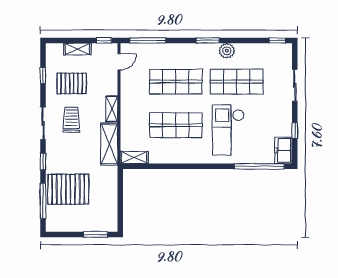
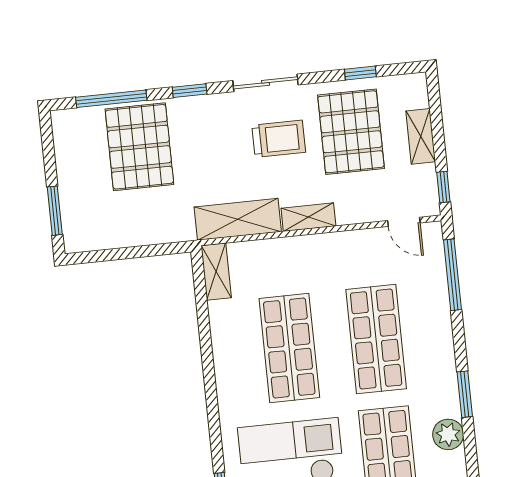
pallet: (72, 83) -> (351, 132), width x1.37, depth x1.41

